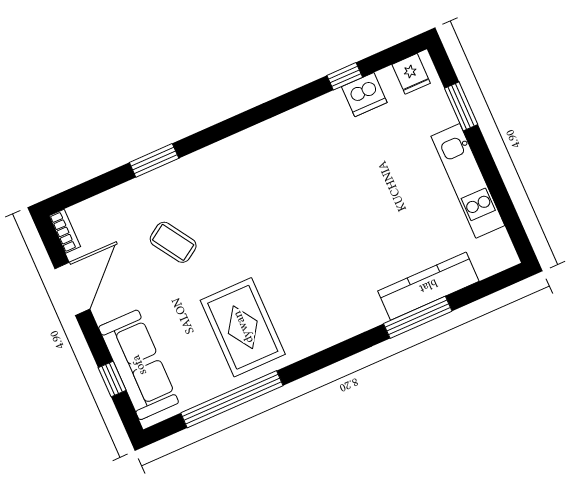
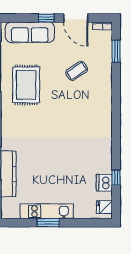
window: (461, 106) -> (48, 223), moved
window: (154, 160) -> (116, 51), moved
rug: (243, 327) -> (26, 85), turned 90
window: (112, 379) -> (46, 18), moved

